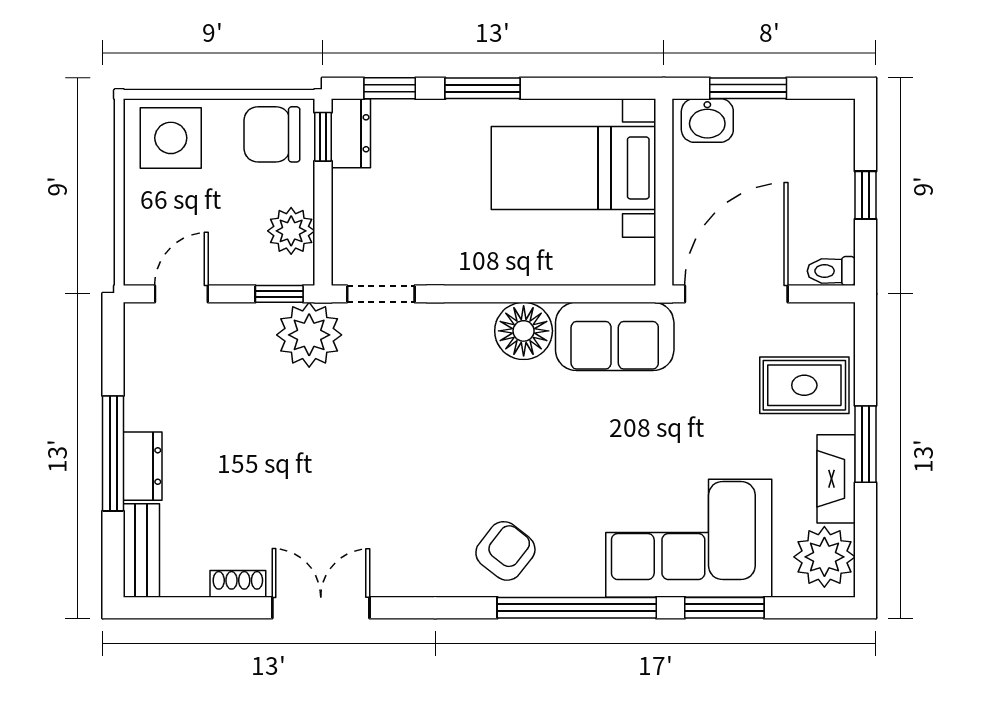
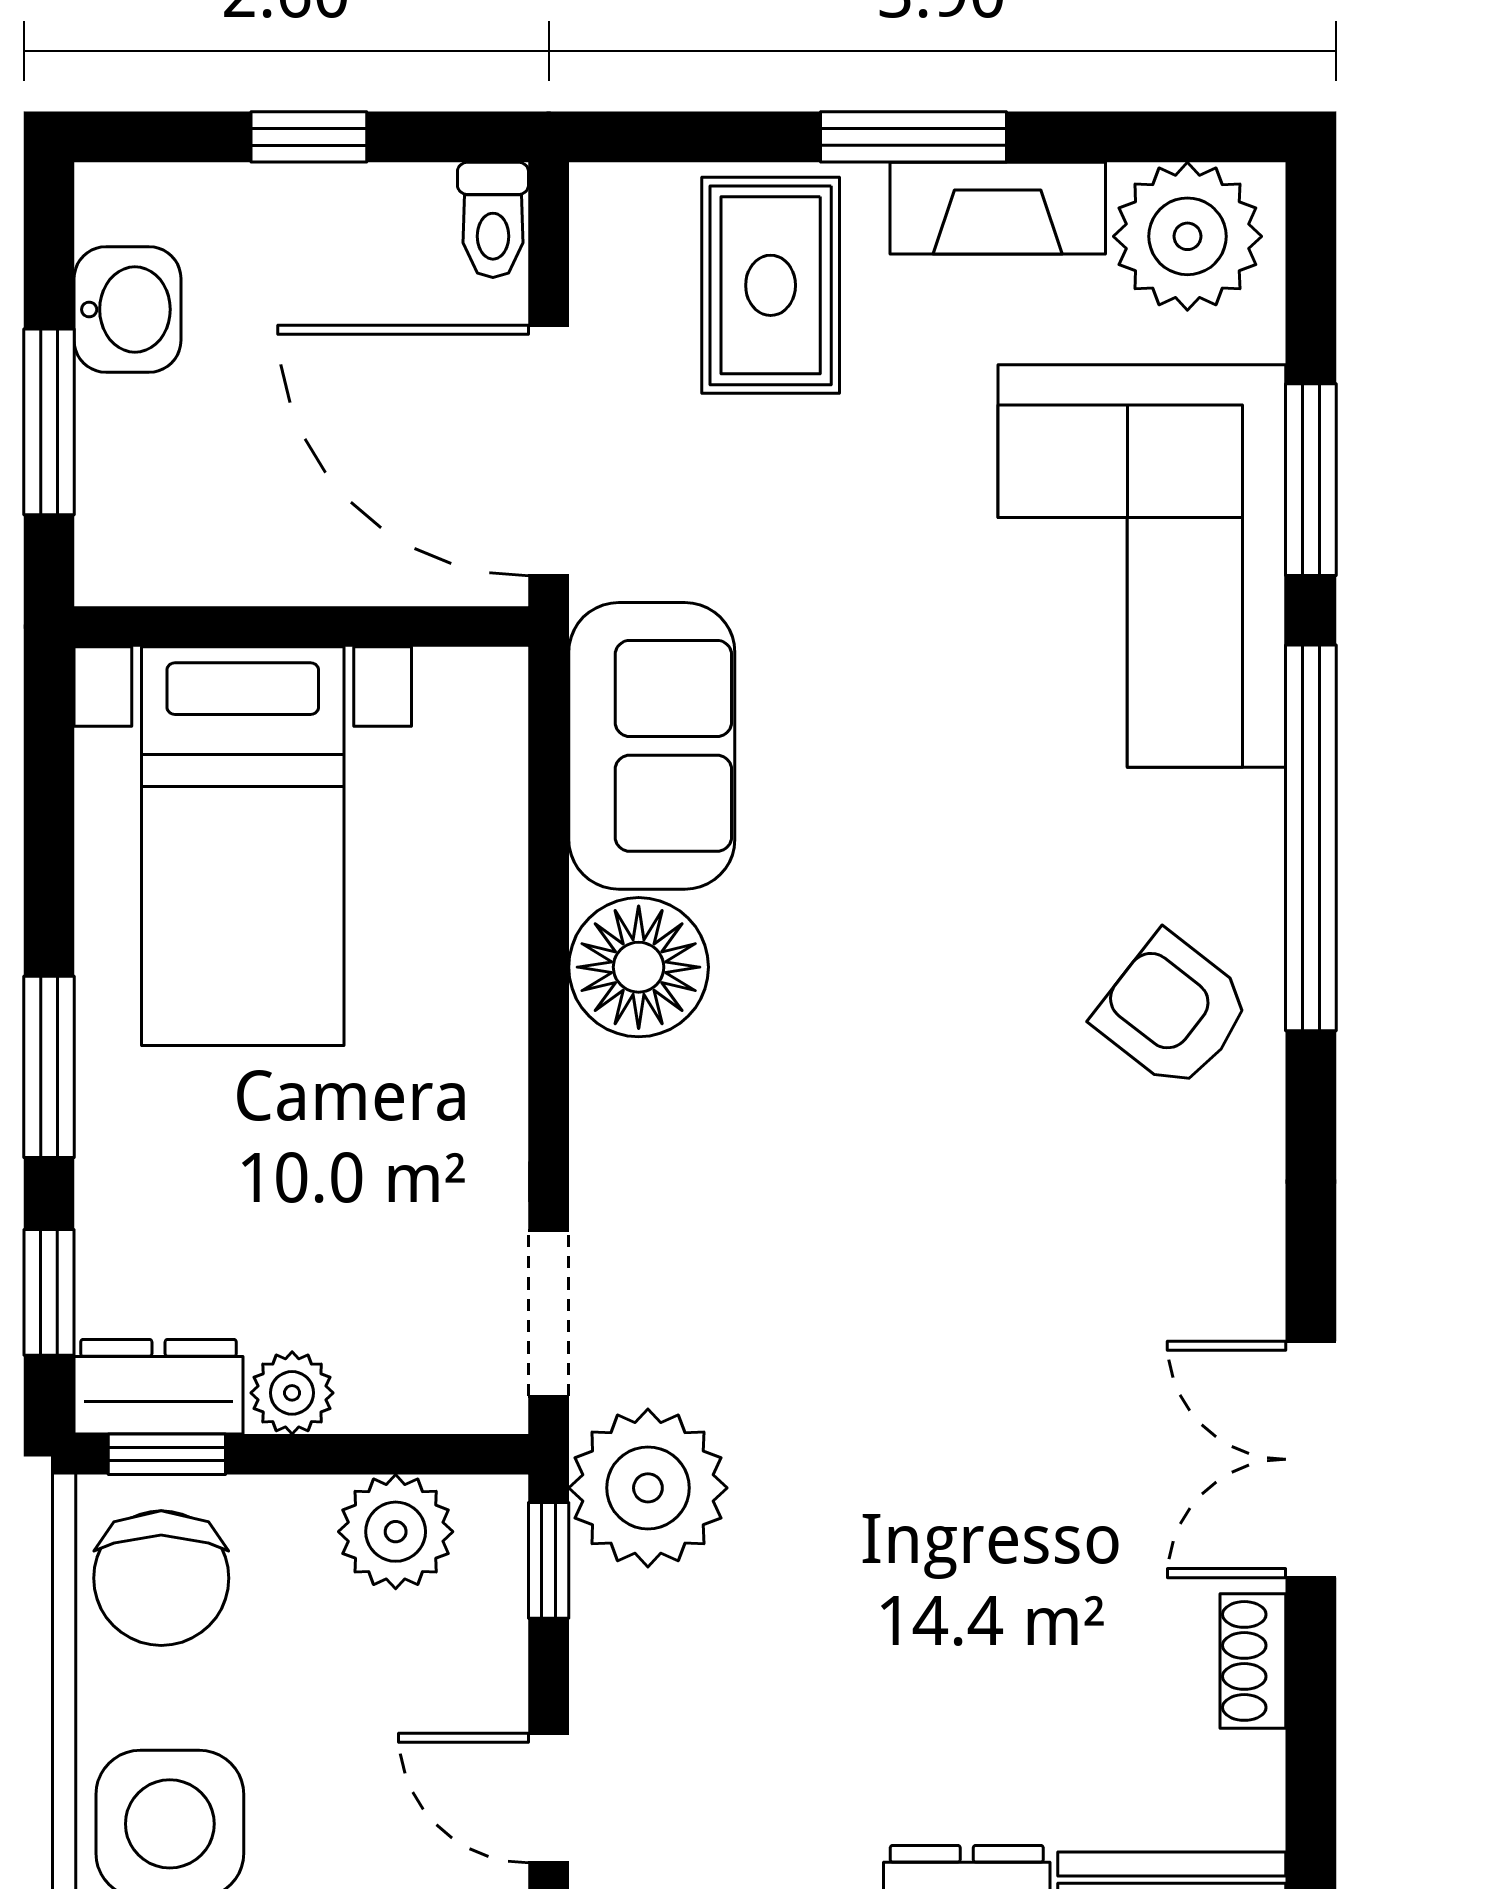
washbasin: (707, 120) -> (128, 309), moved
plant: (348, 188) -> (292, 1393), added

